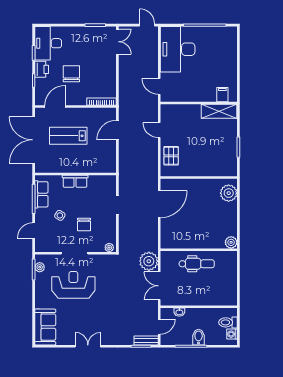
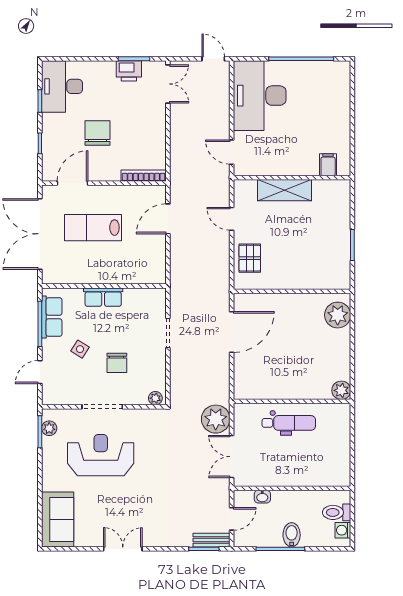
printer: (42, 69) -> (129, 71), moved, turned 90
shelving: (219, 111) -> (284, 190), moved

